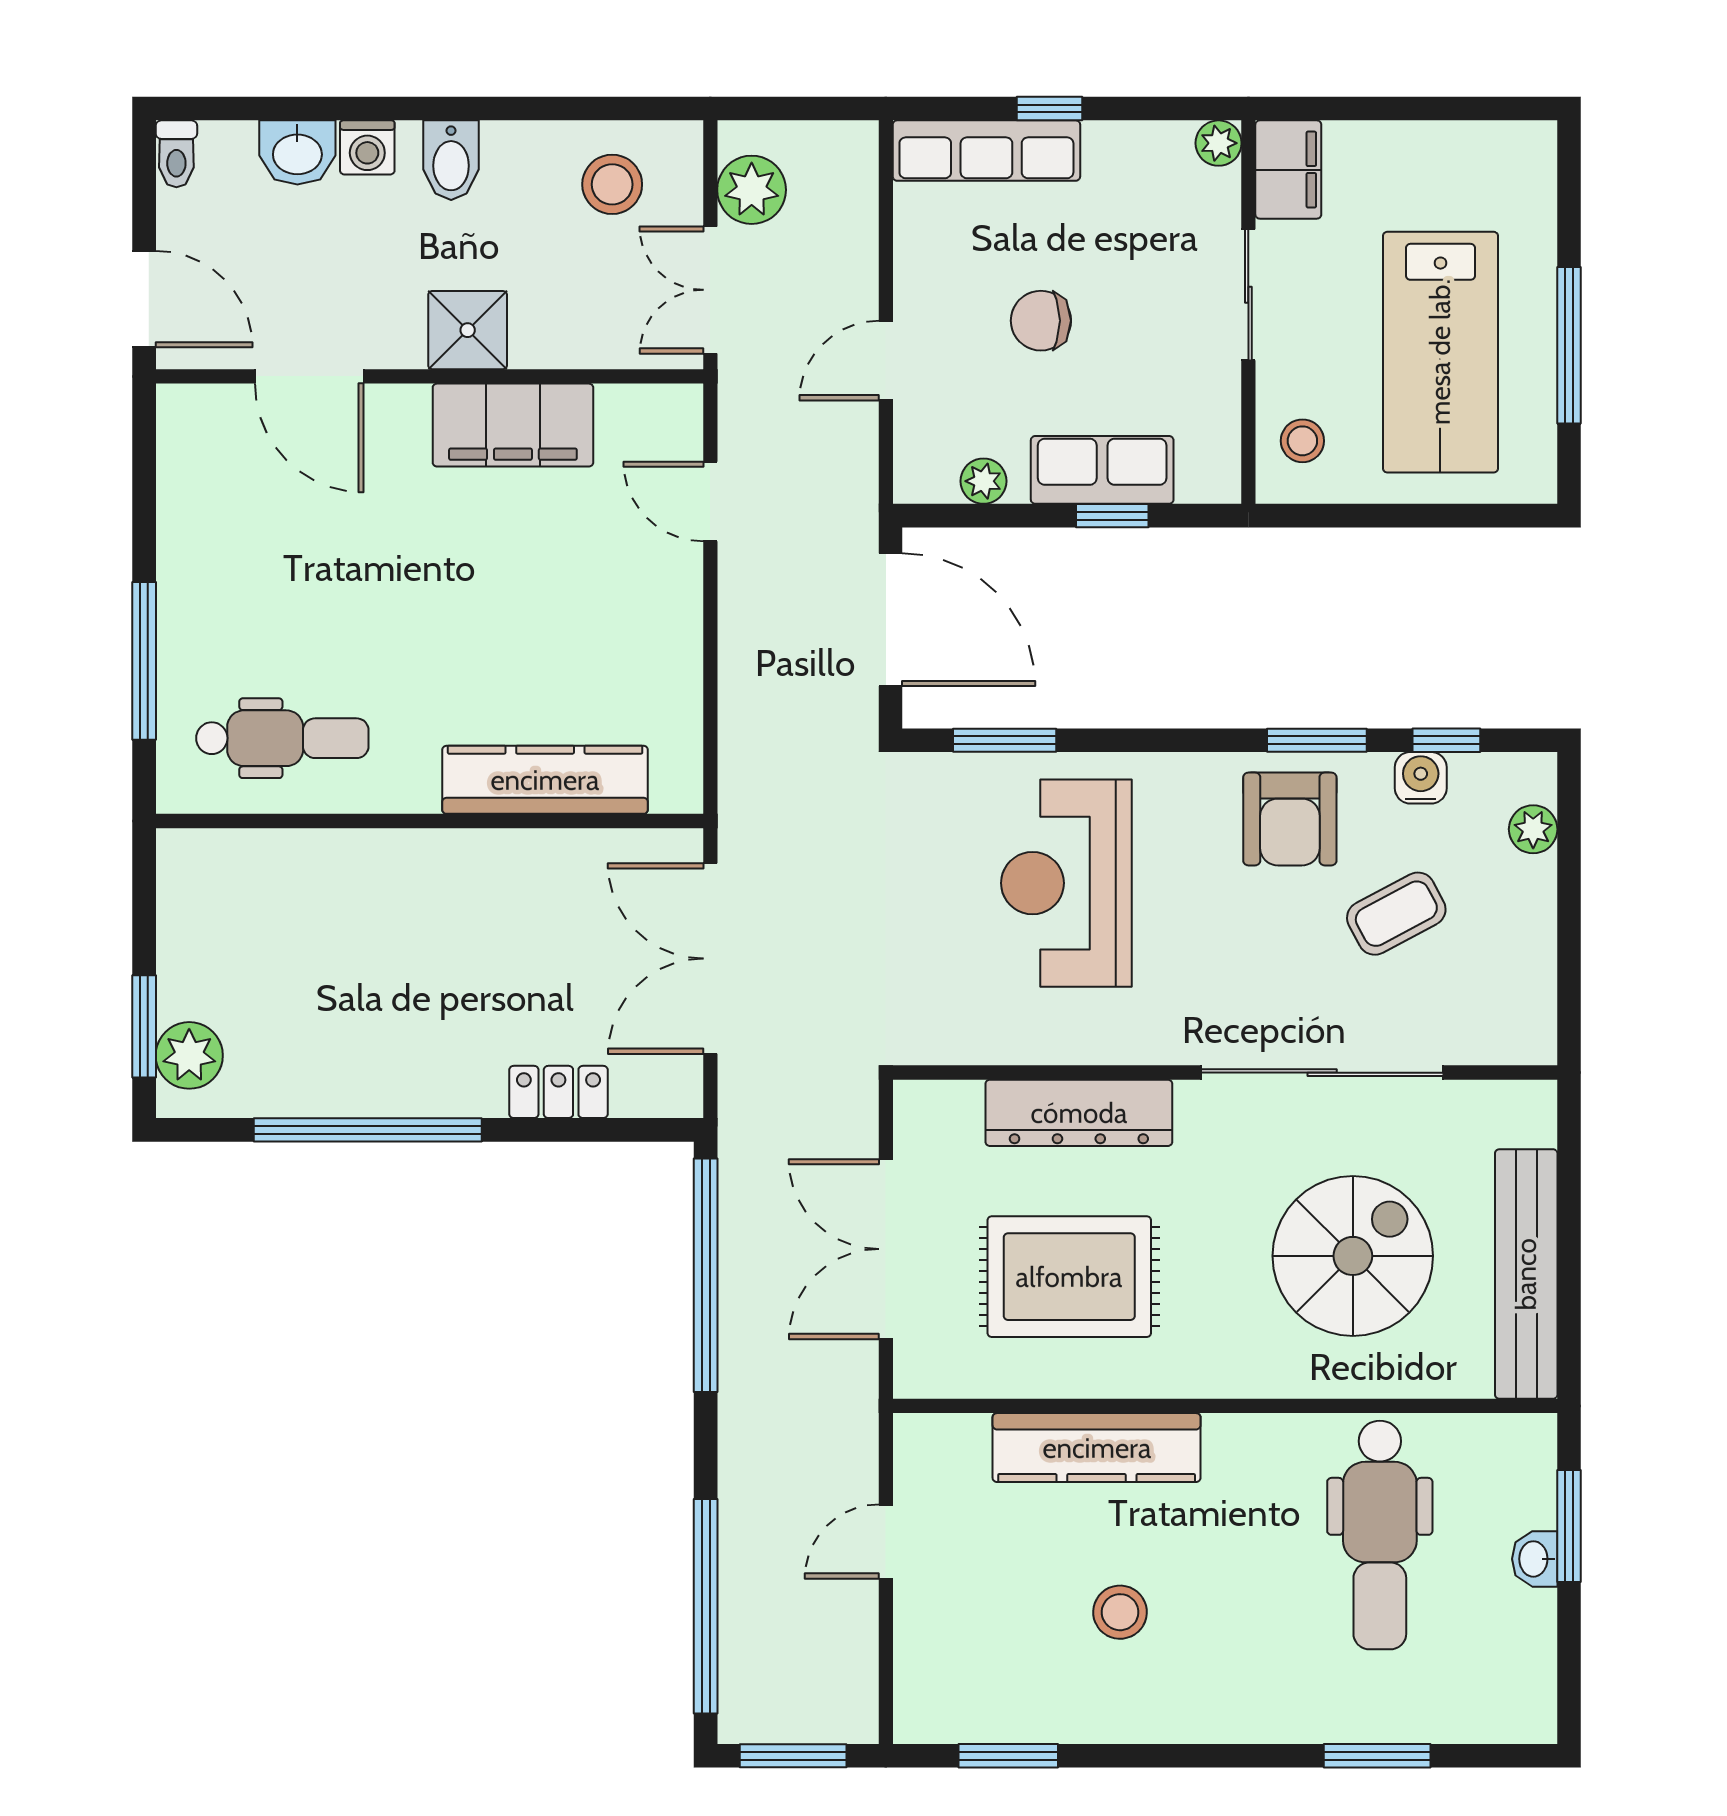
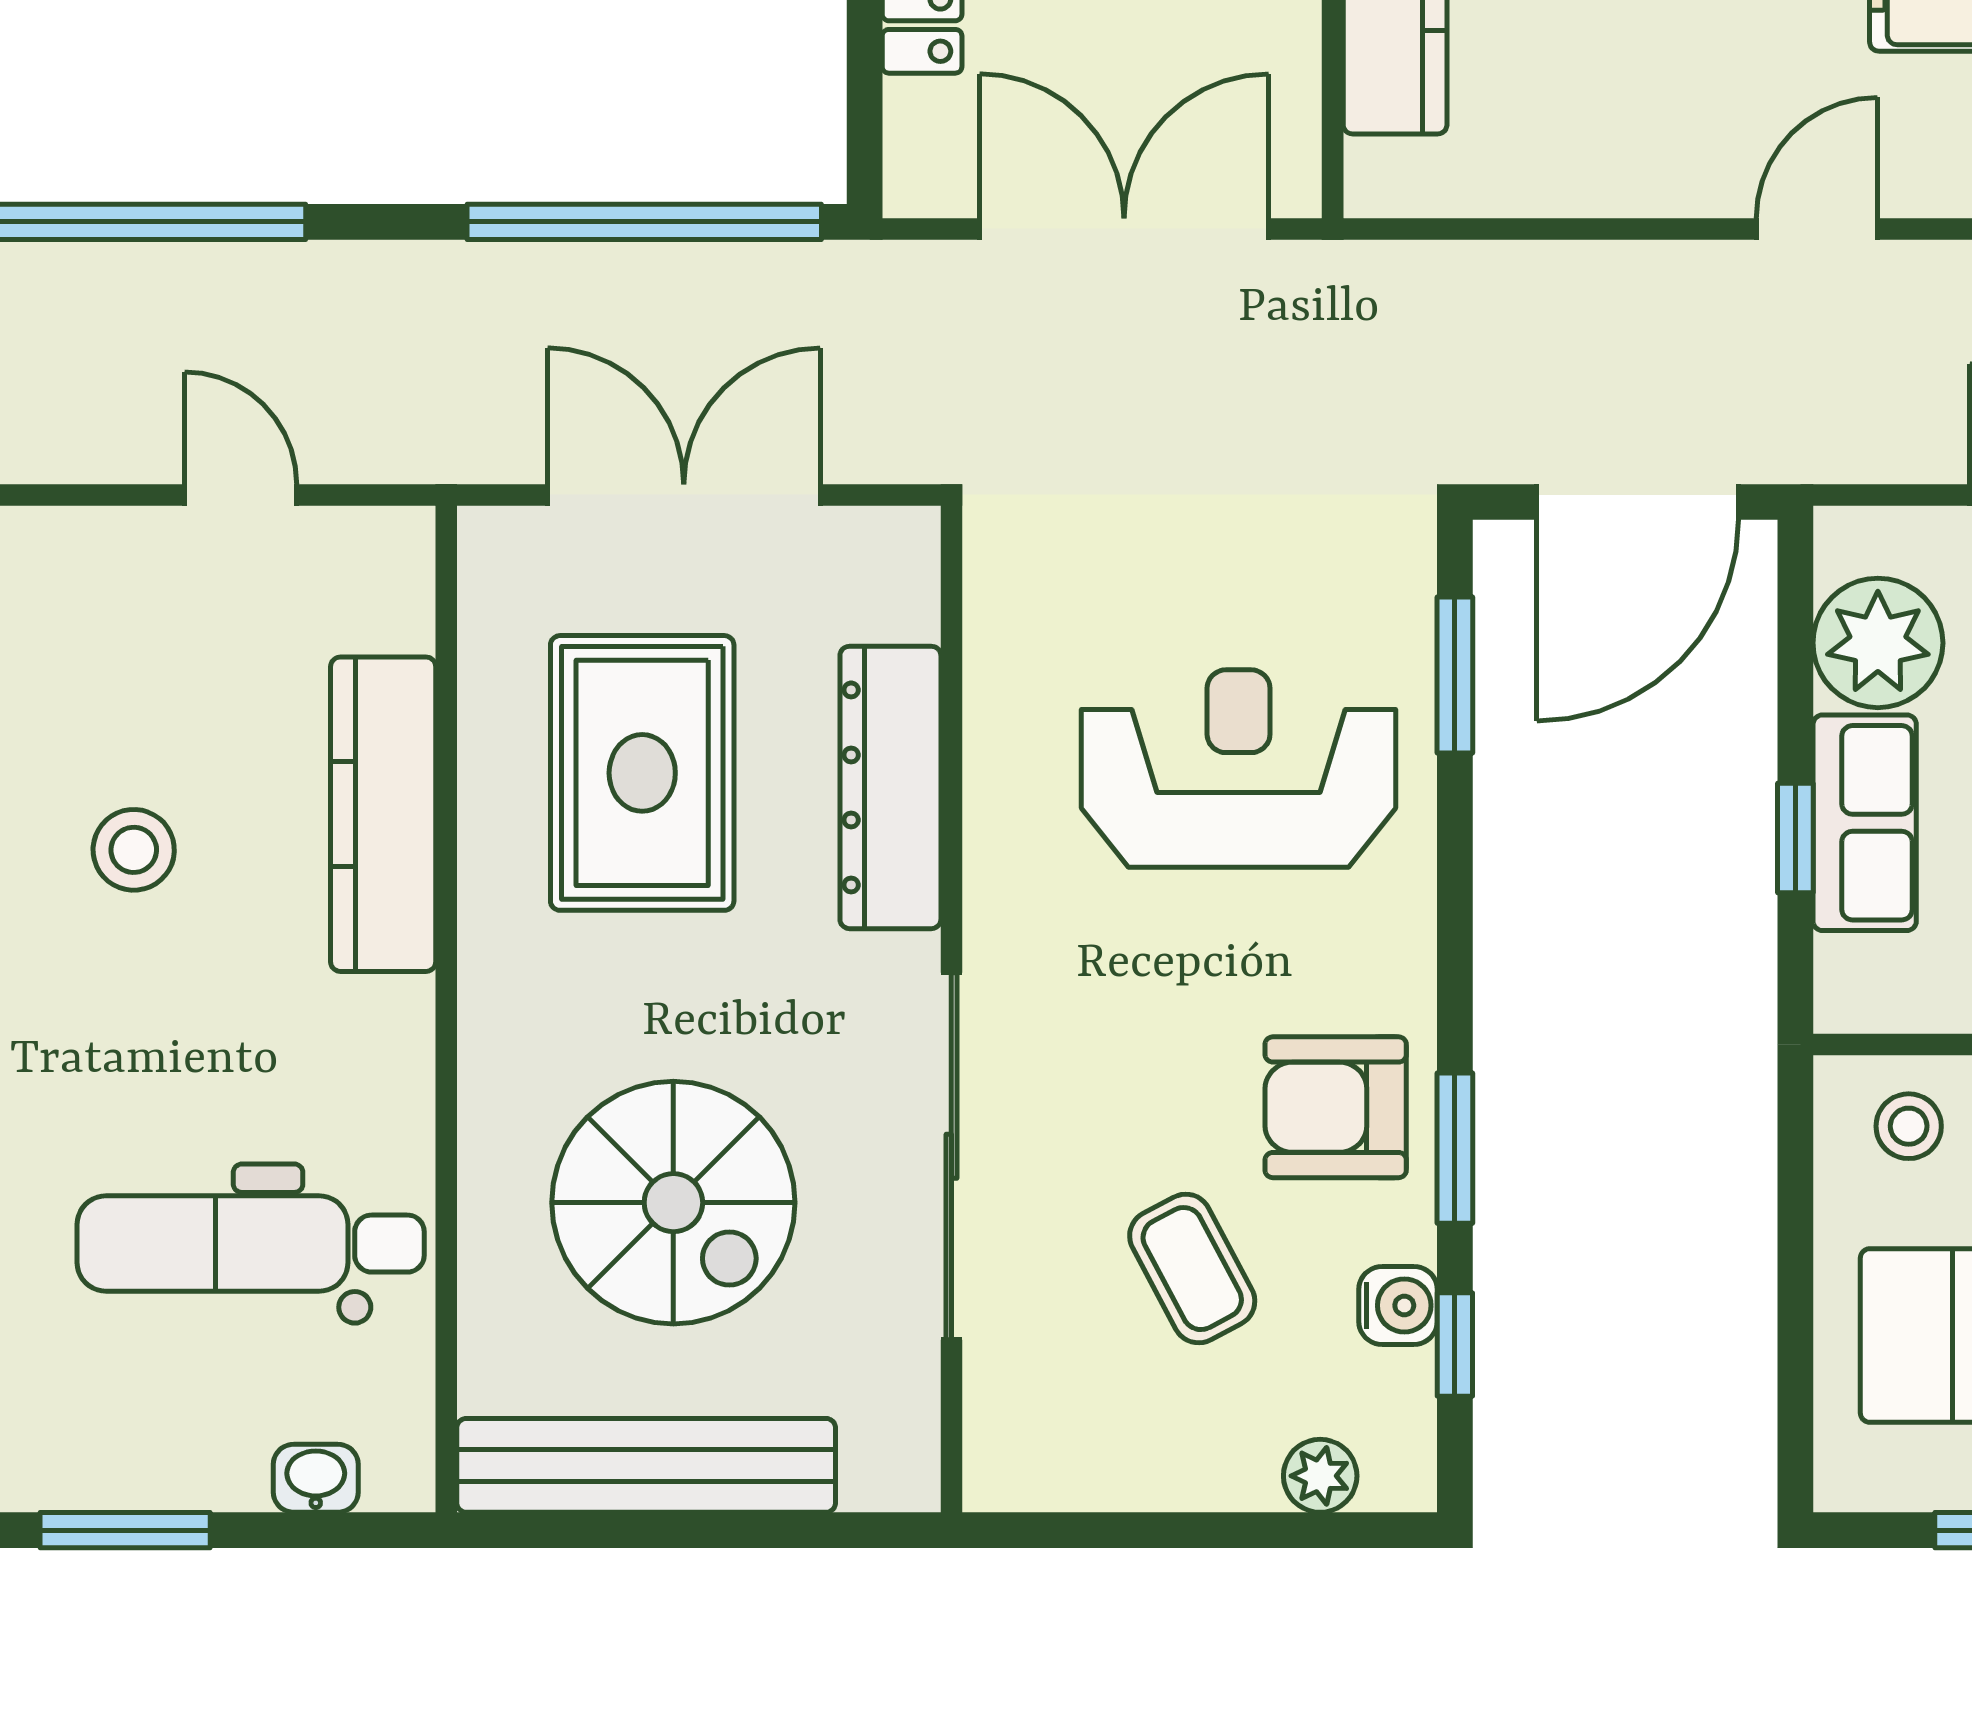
plant: (983, 481) -> (1878, 643), width x1.88, depth x1.88
window: (1569, 1526) -> (125, 1530), moved
washbasin: (1535, 1559) -> (316, 1478), moved

